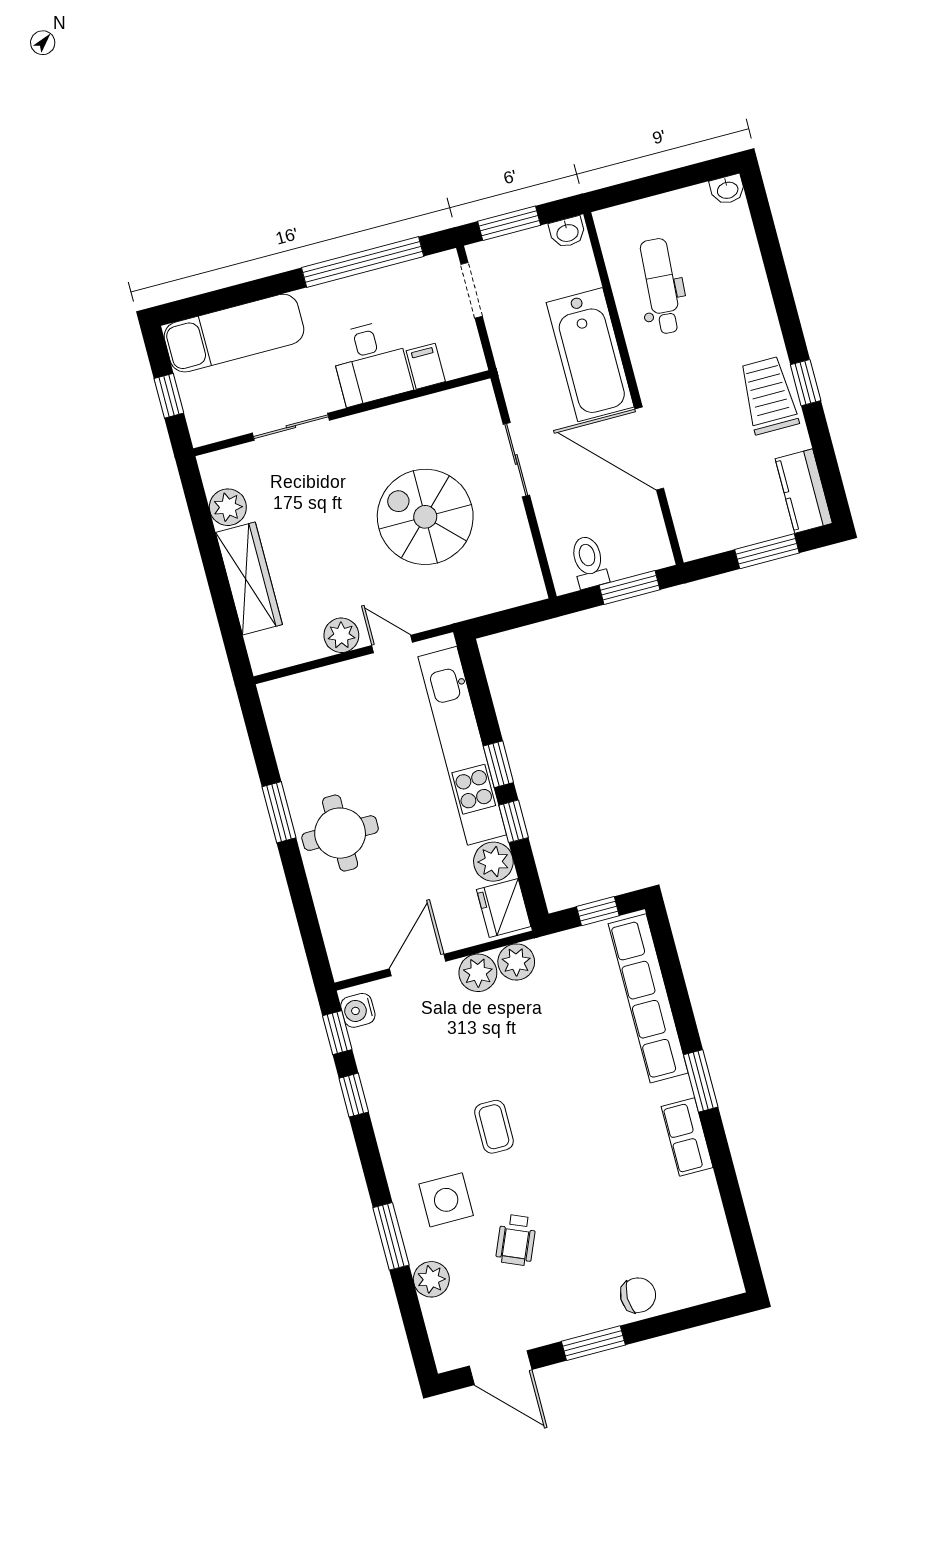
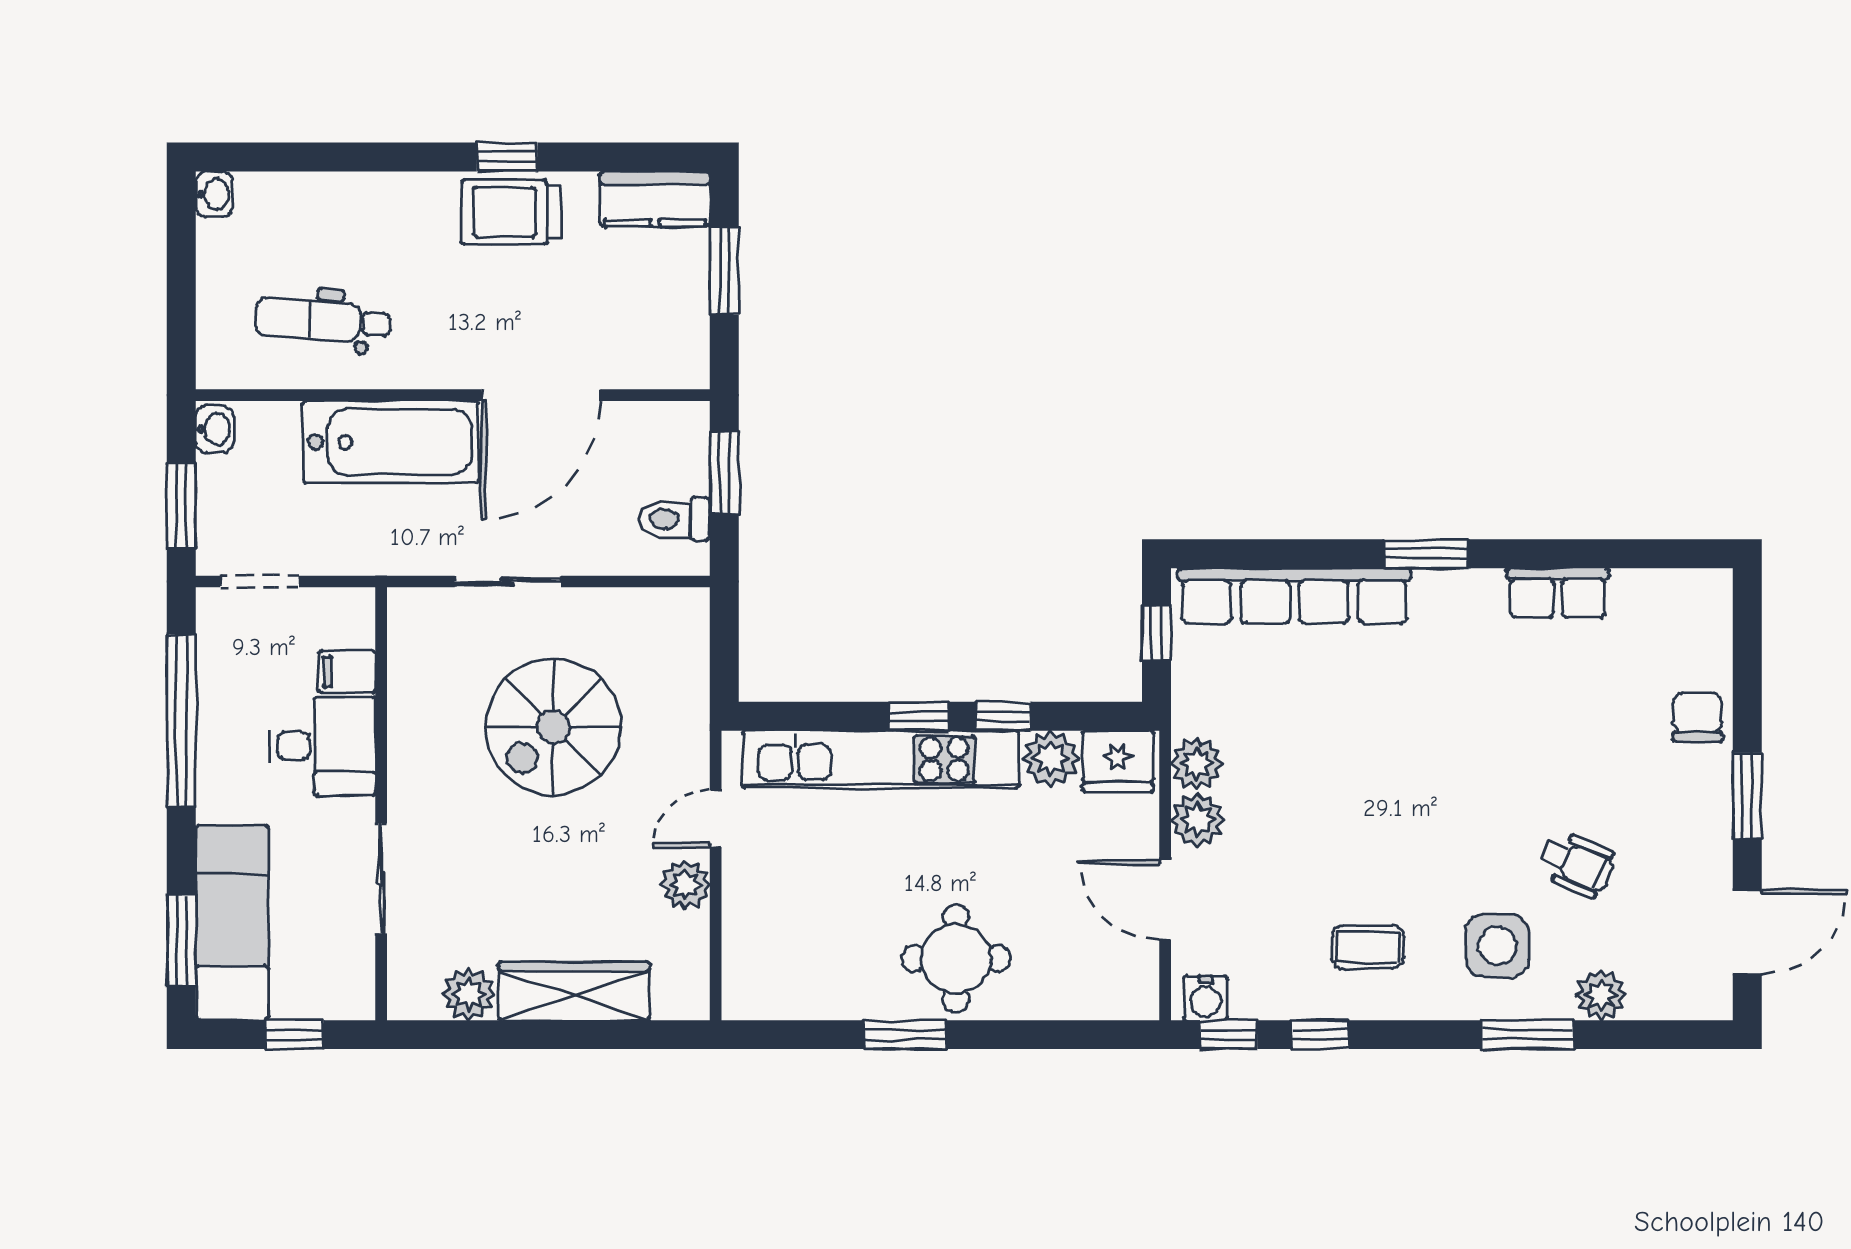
window: (213, 302) -> (181, 940), added
coffee table: (494, 1127) -> (1368, 947), moved
row of seats: (687, 1137) -> (1558, 593), moved

